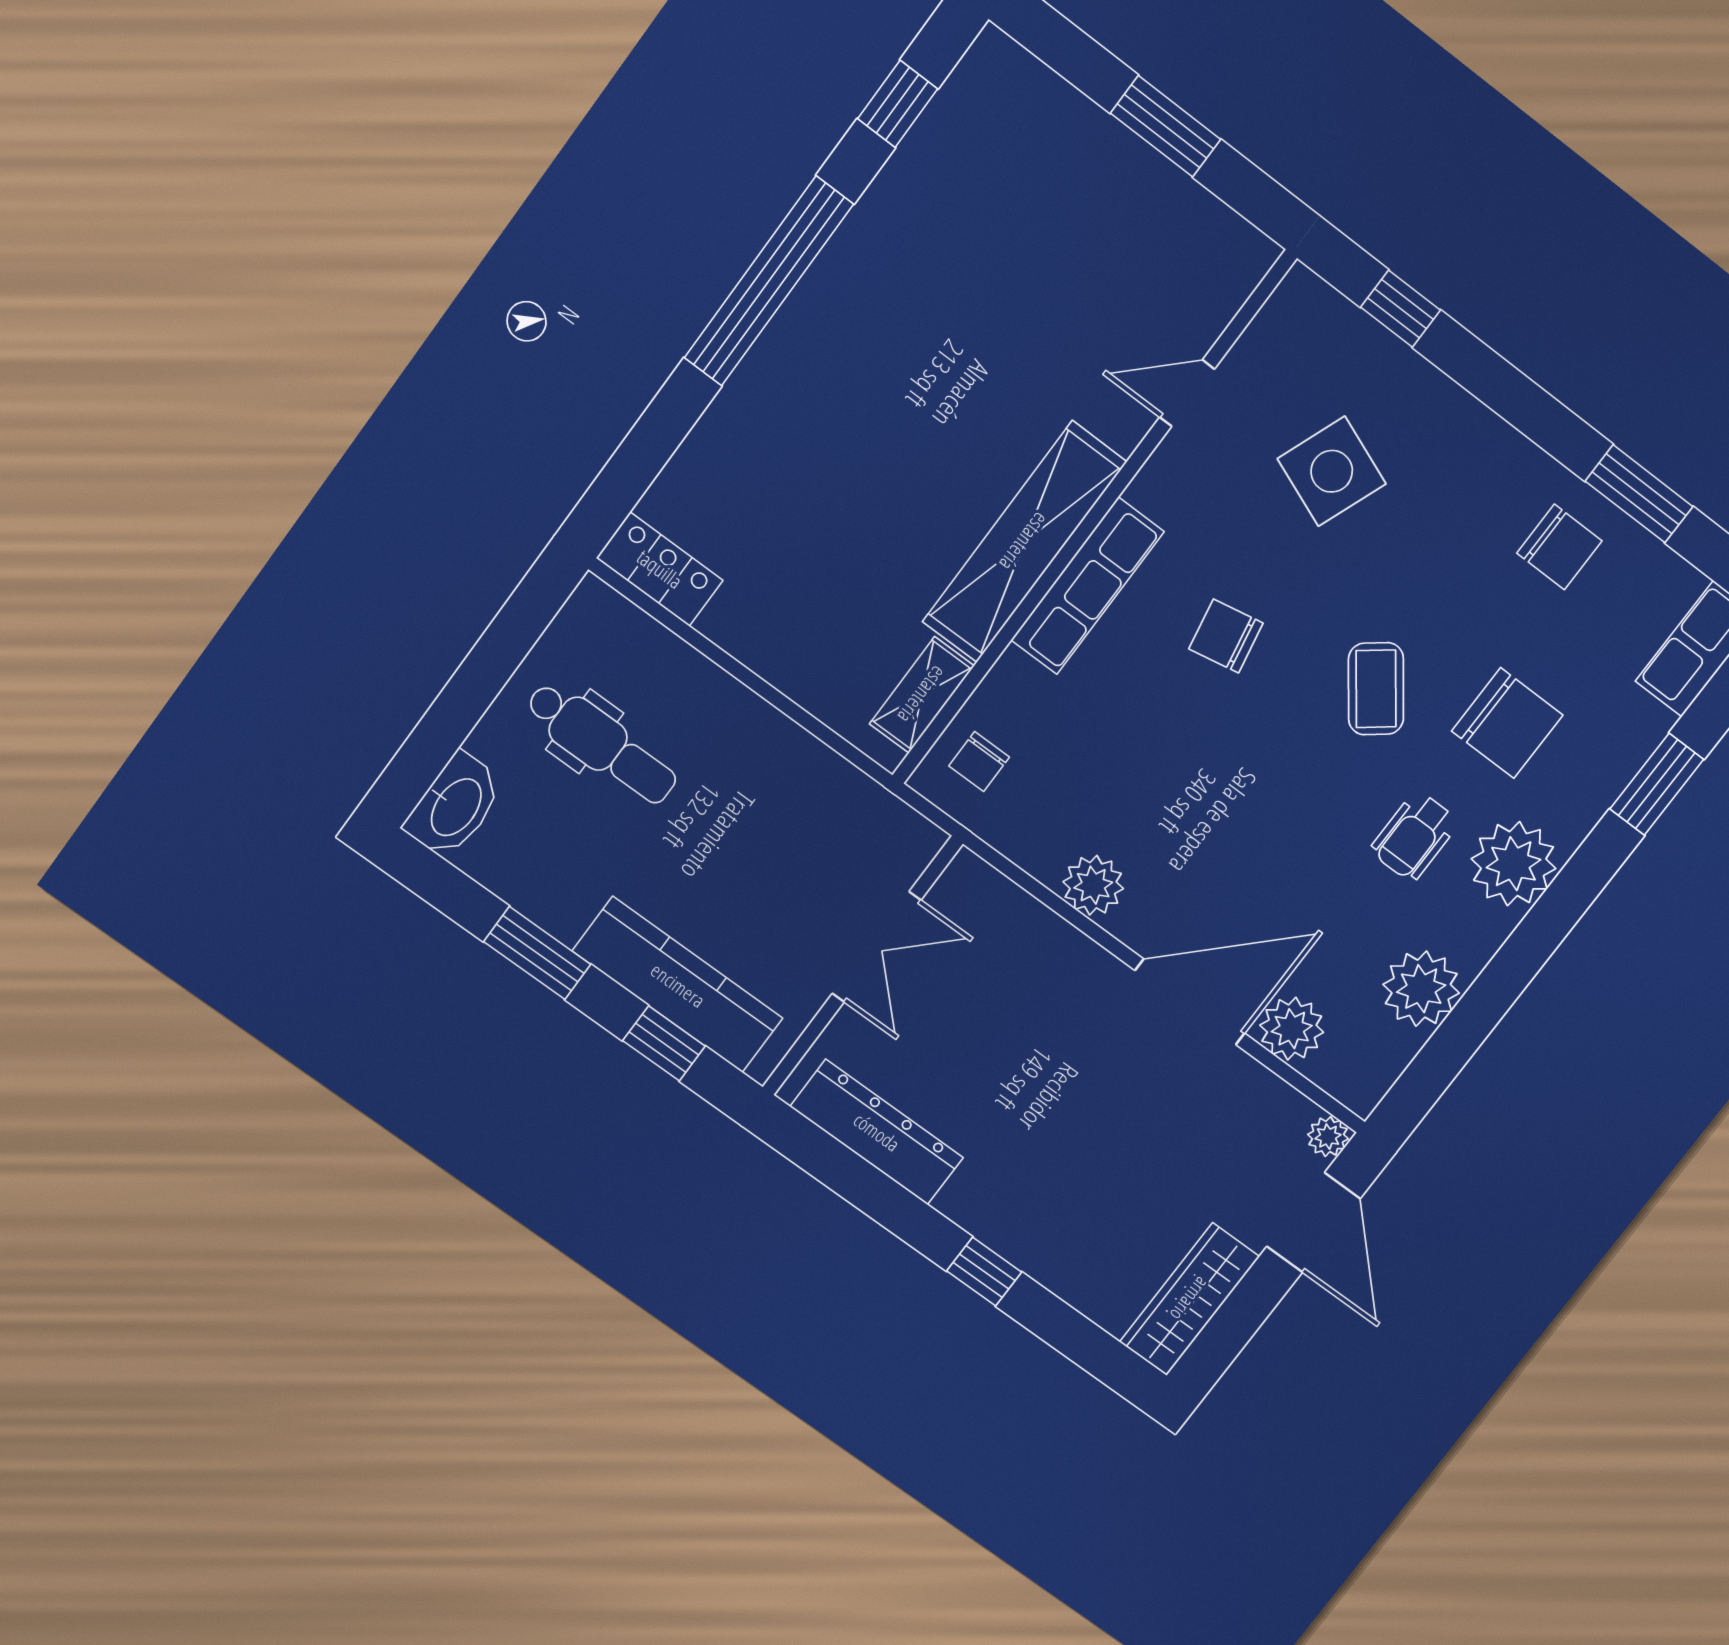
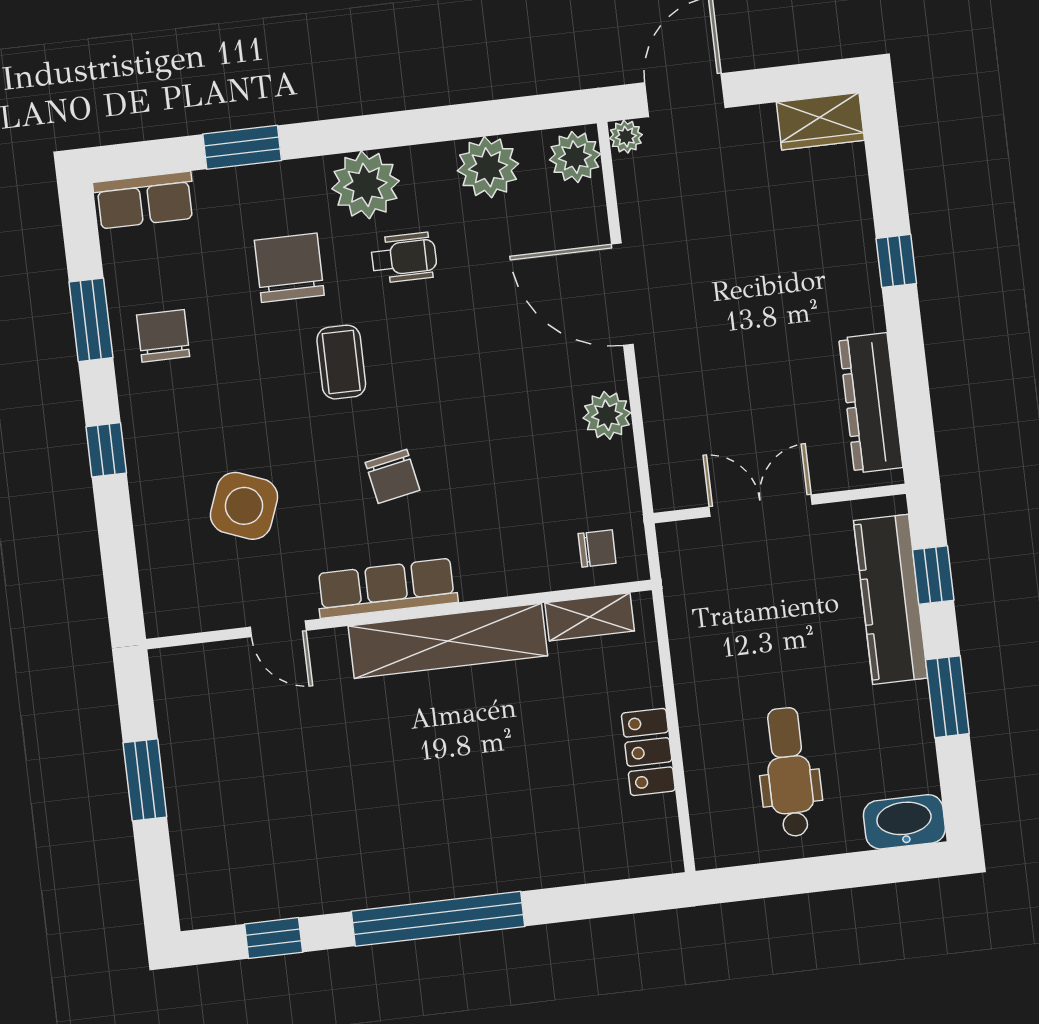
window: (1401, 309) -> (106, 450), moved
locker: (660, 569) -> (648, 752), moved
row of seats: (1087, 586) -> (387, 588), moved
coffee table: (1376, 689) -> (341, 362), turned -52
plant: (1292, 1029) -> (575, 157), moved
wardrobe: (1190, 1299) -> (820, 121), width x0.67

